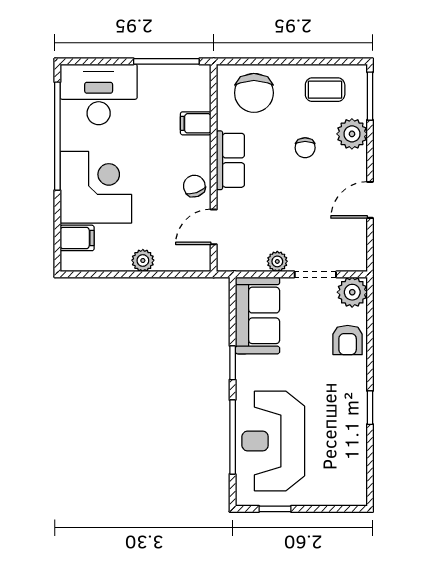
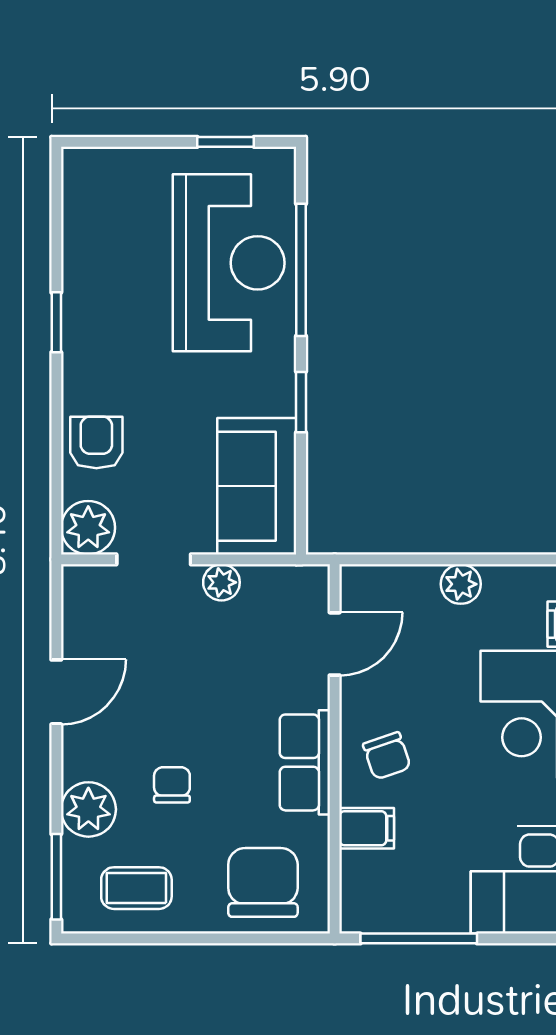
chair: (194, 186) -> (387, 756), moved

